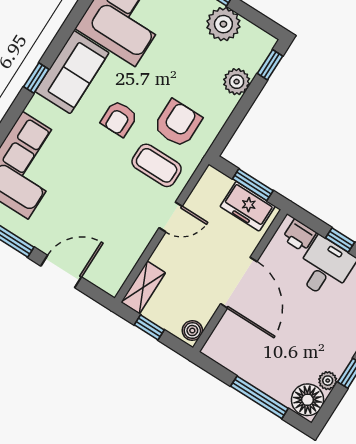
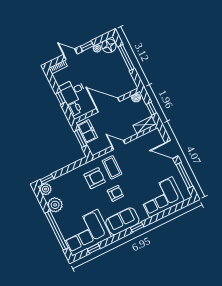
plant: (237, 82) -> (46, 189), moved
armchair: (178, 123) -> (95, 178), turned 180
door: (239, 283) -> (108, 105), hinge flipped

